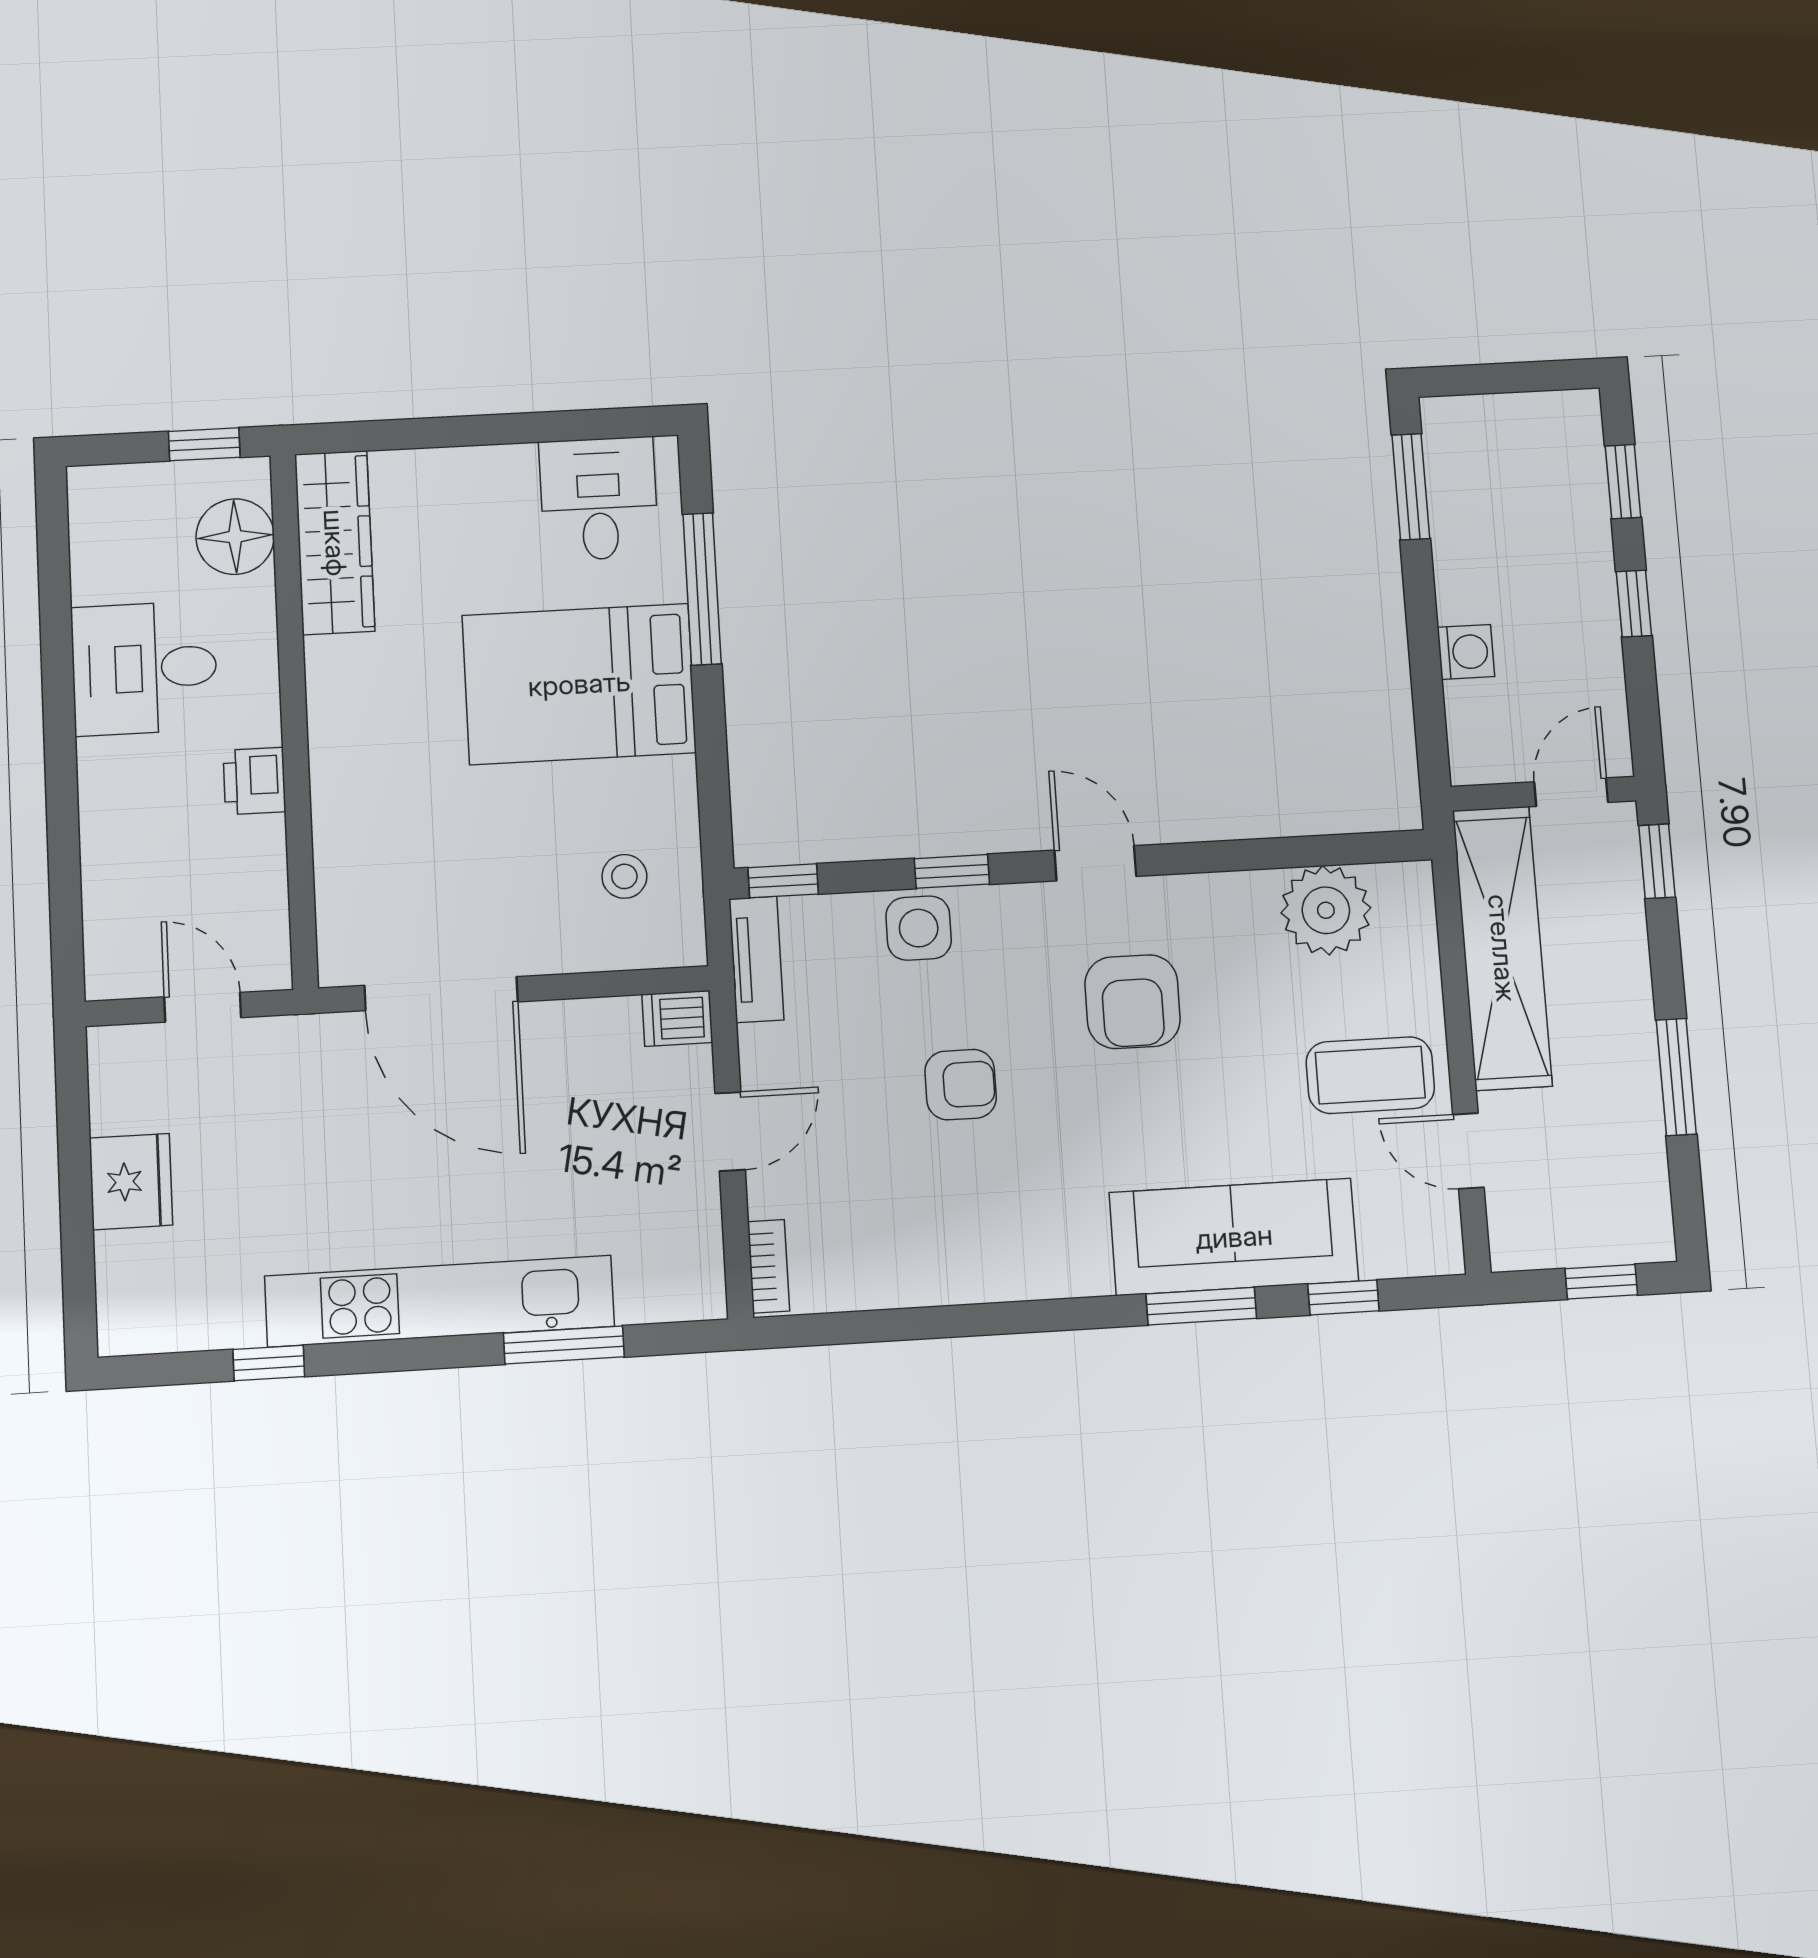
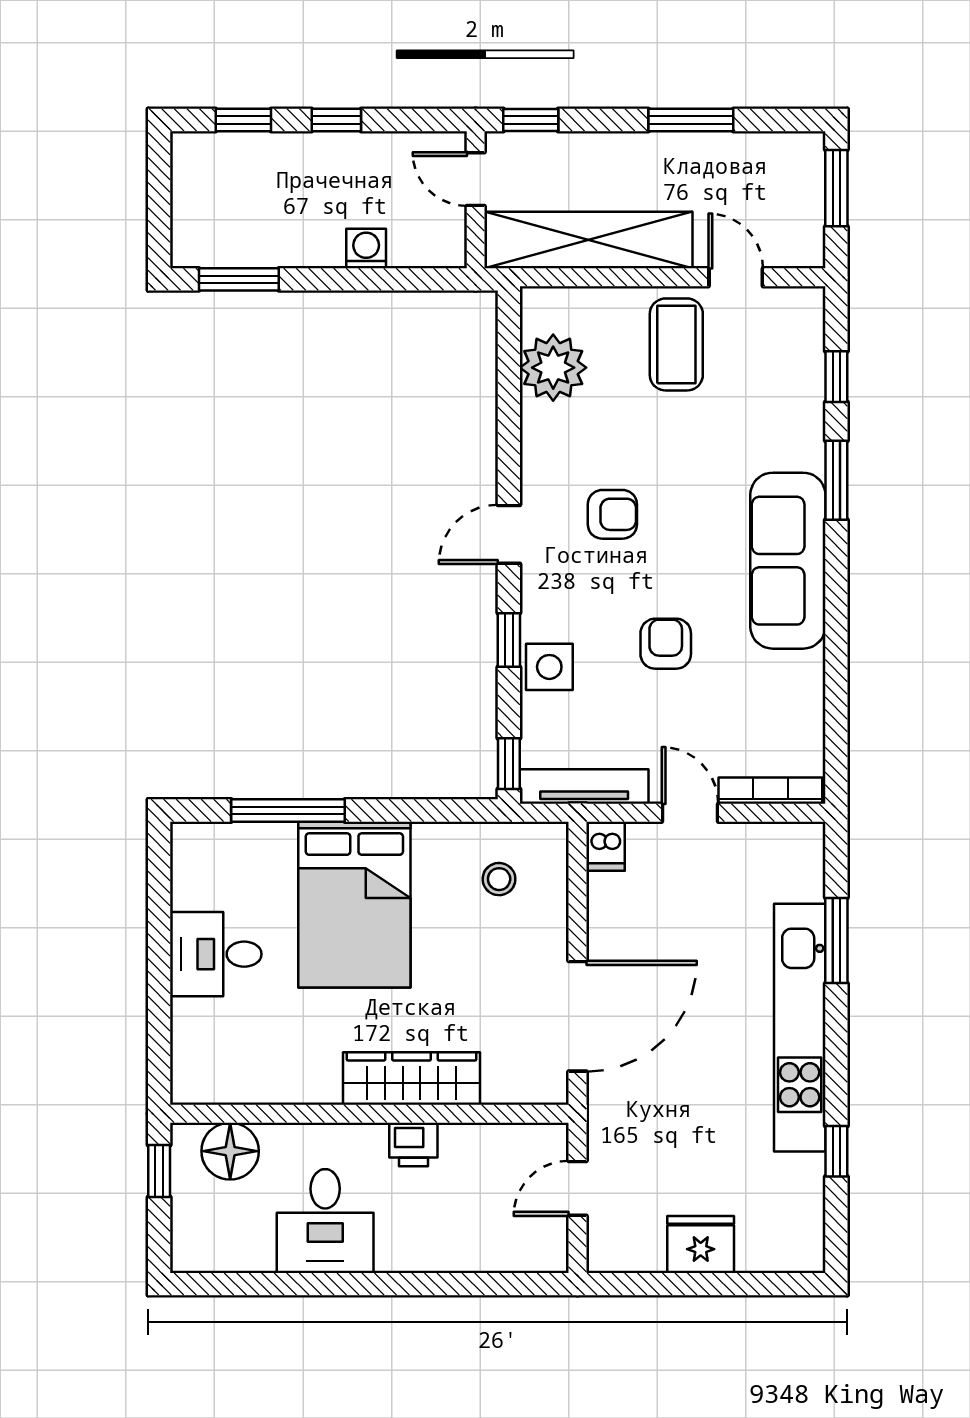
desk: (599, 499) -> (216, 954), moved
wardrobe: (335, 543) -> (412, 1078), moved
tv unit: (756, 959) -> (584, 786), width x1.41
armchair: (1133, 1002) -> (612, 514), width x0.72, depth x0.72
door: (1468, 1151) -> (736, 277), swing flipped
sofa: (1234, 1237) -> (788, 561), moved
bookcase: (768, 1266) -> (770, 791), width x1.56
window: (1601, 1282) -> (836, 188), width x1.50

